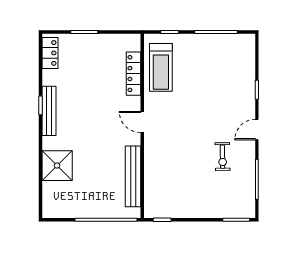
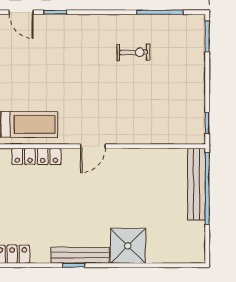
door: (257, 130) -> (21, 12), moved
shower: (57, 166) -> (128, 246), moved
bench: (133, 176) -> (196, 184), moved, turned 90

